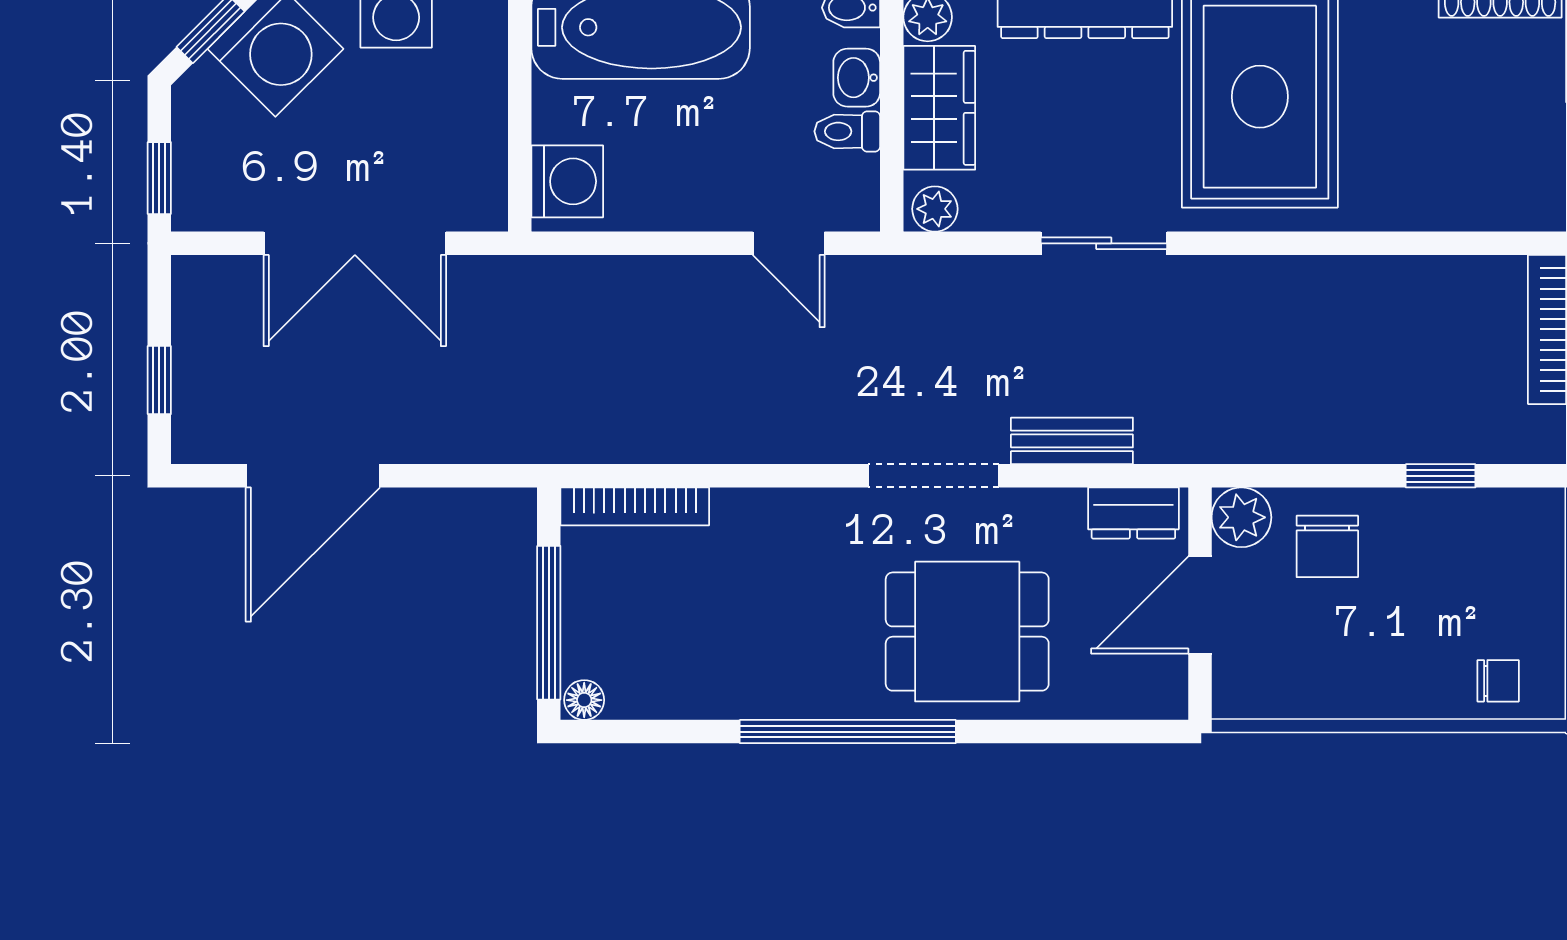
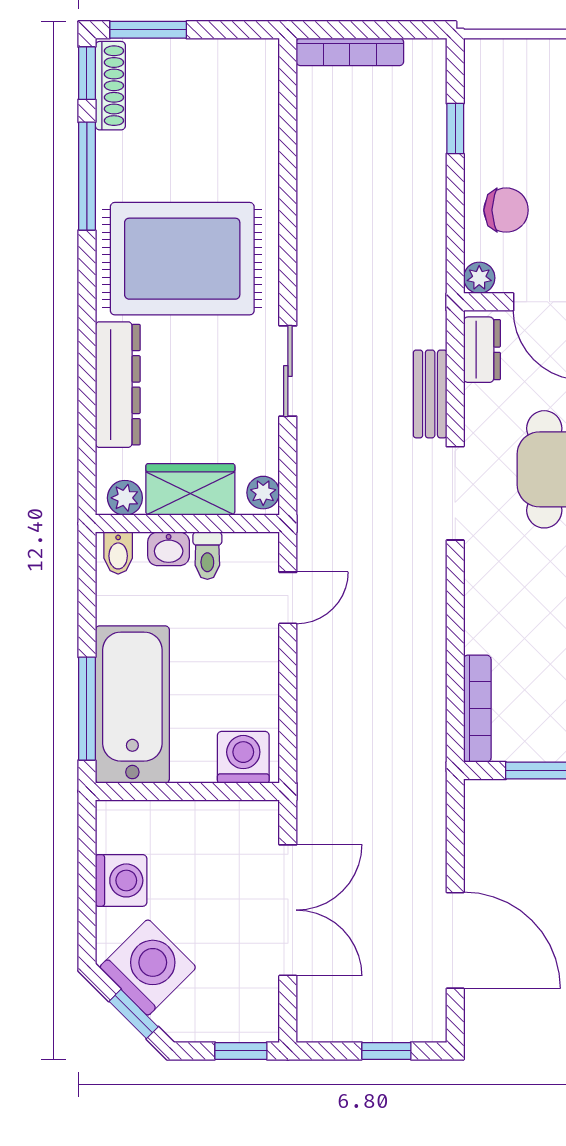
plant: (1241, 517) -> (479, 278), width x0.73, depth x0.73

